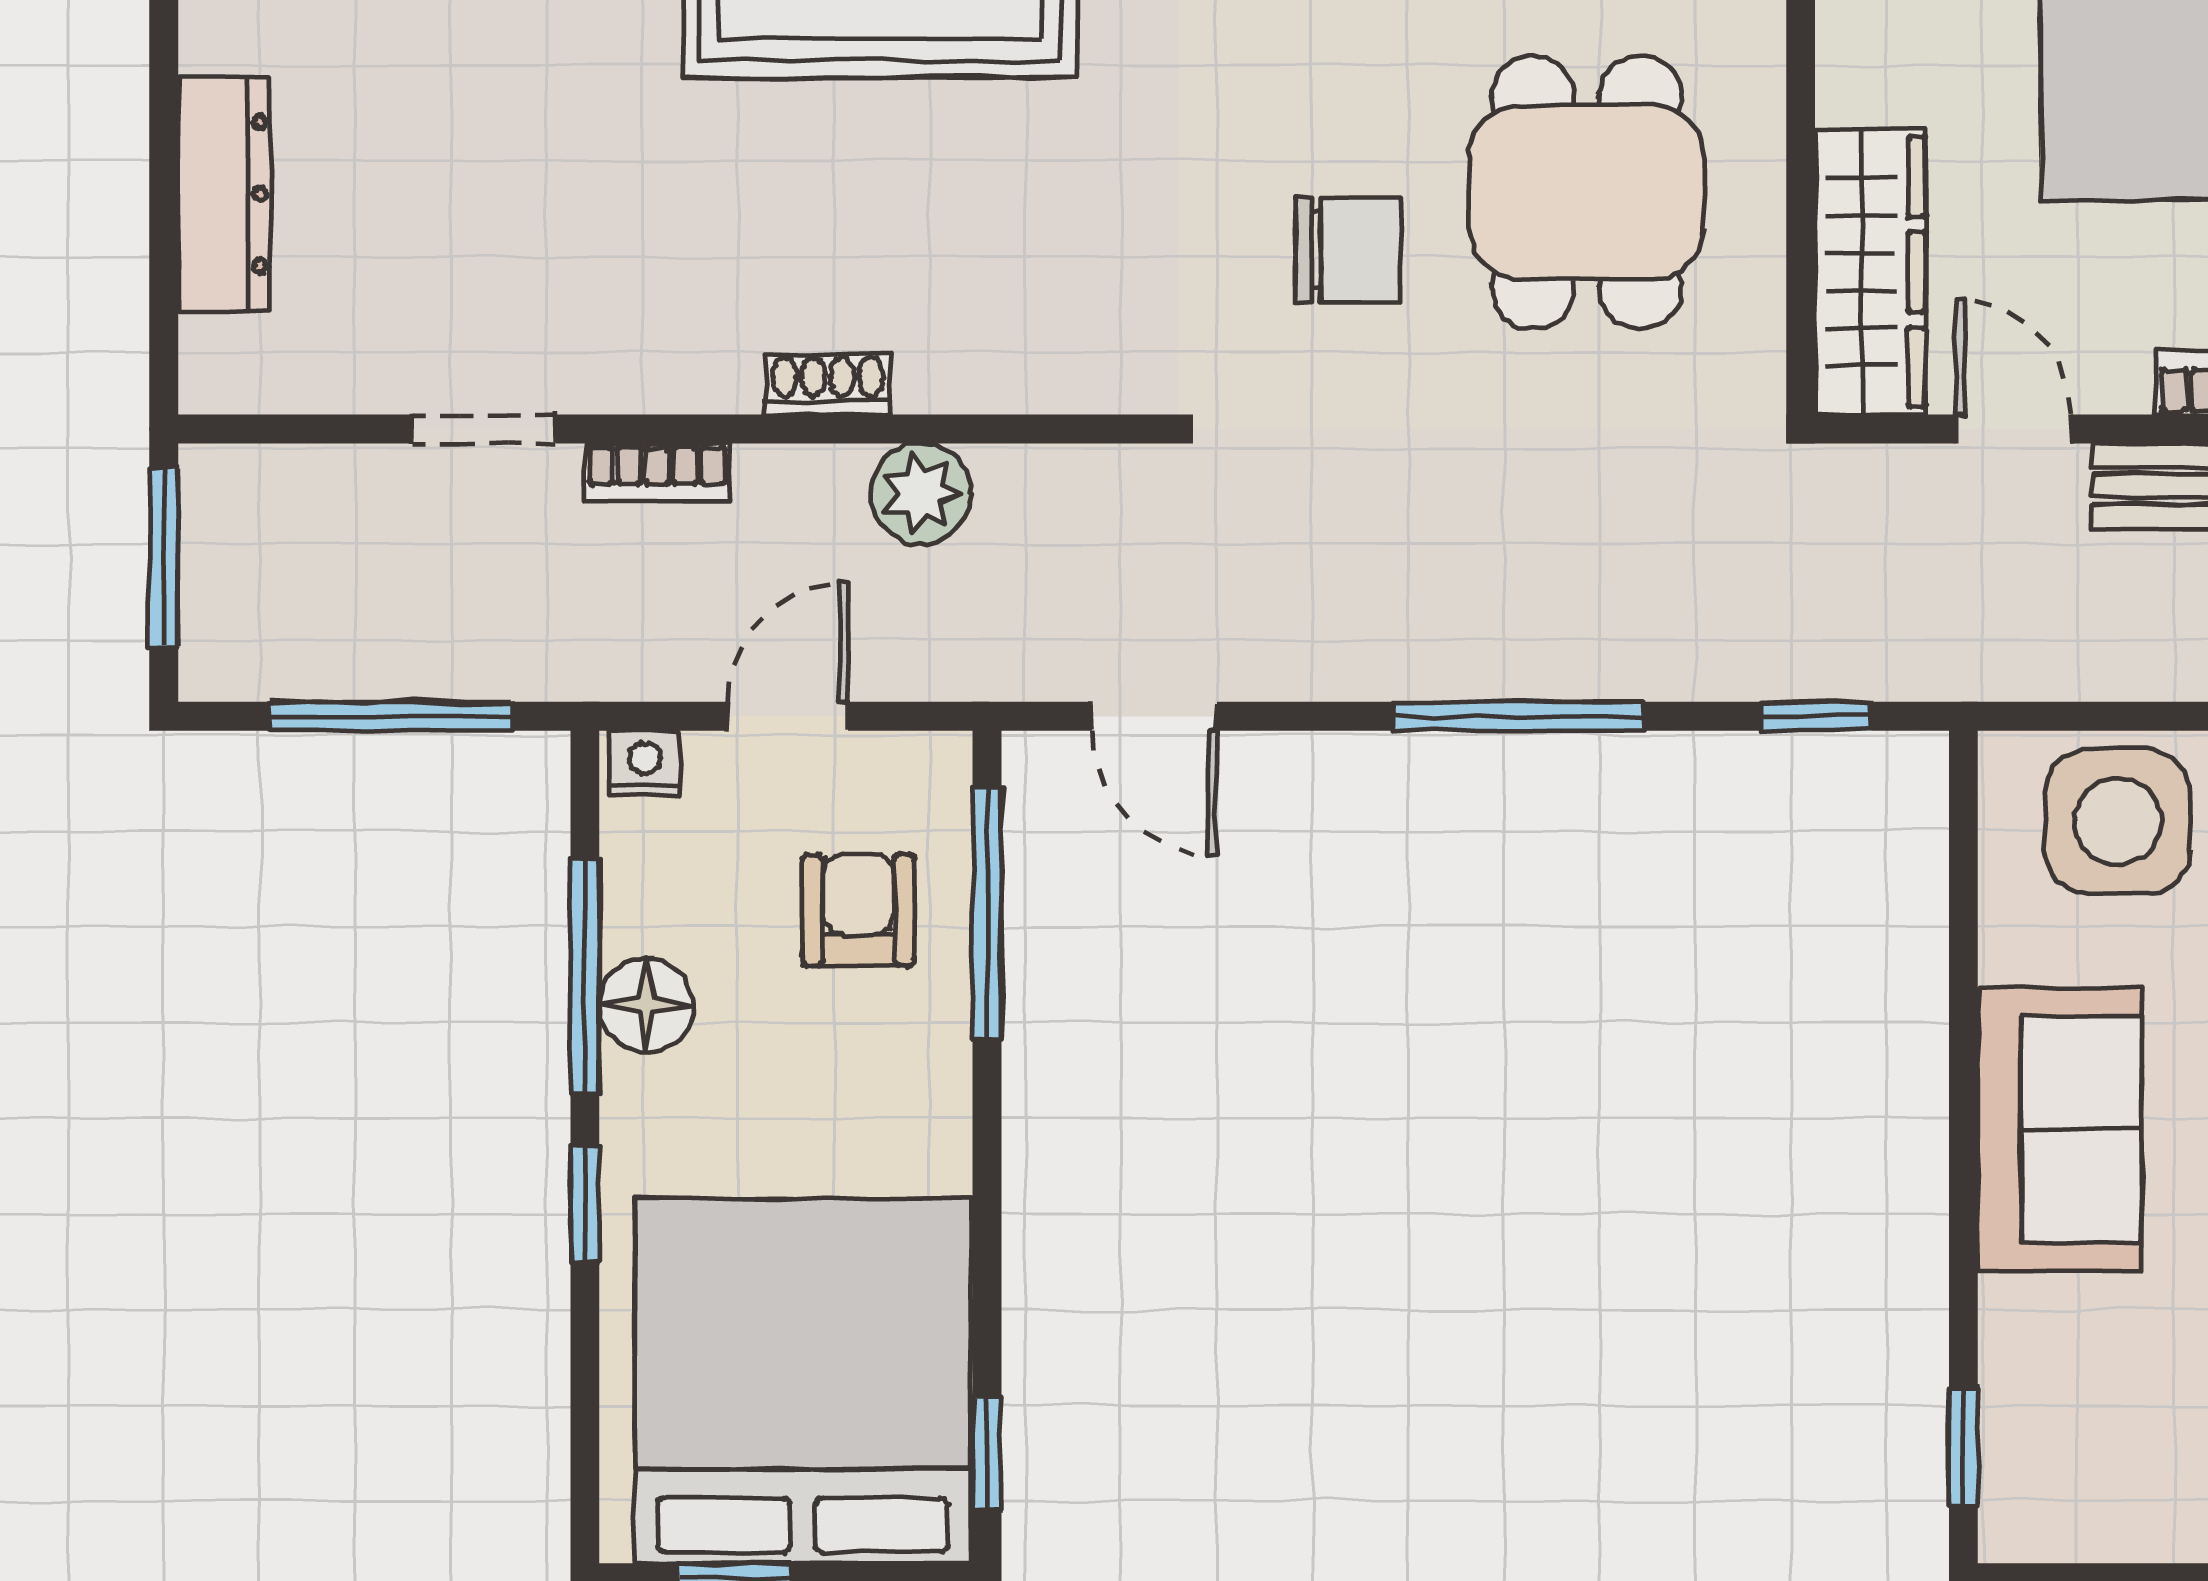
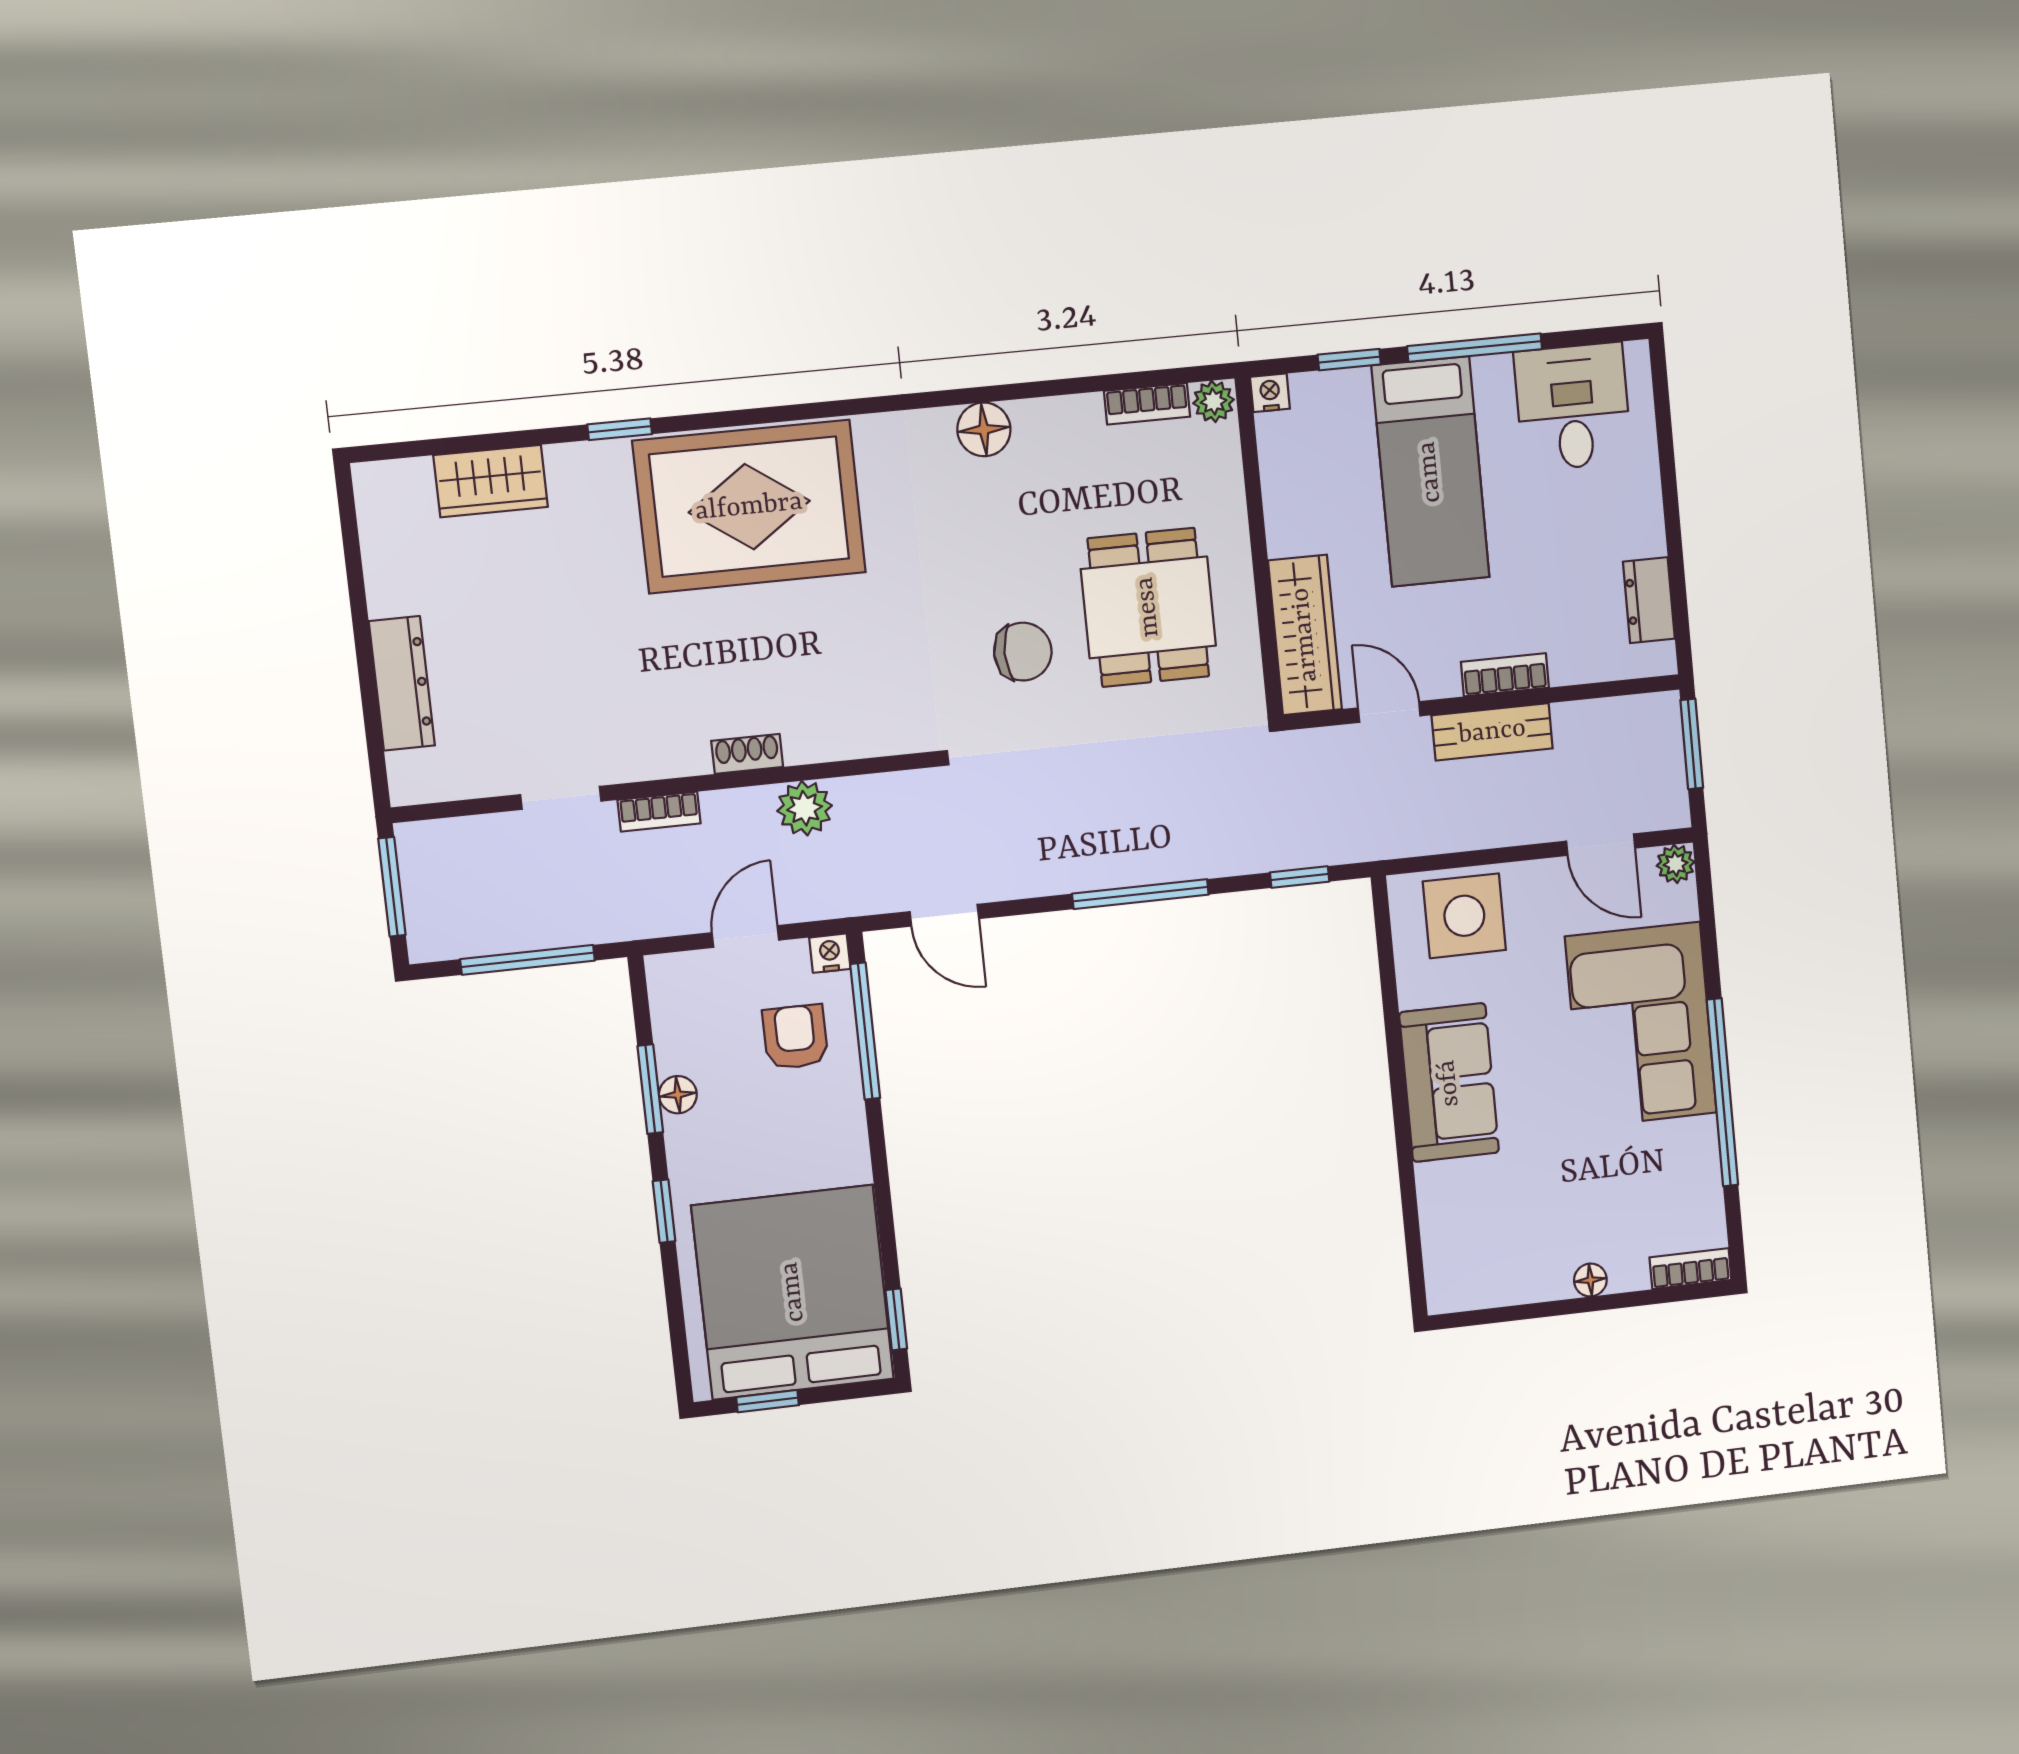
nightstand: (645, 763) -> (830, 953), moved
window: (585, 977) -> (650, 1089), width x0.69
floor lamp: (646, 1005) -> (678, 1095), width x0.73, depth x0.73
window: (1963, 1447) -> (1414, 1255), removed

